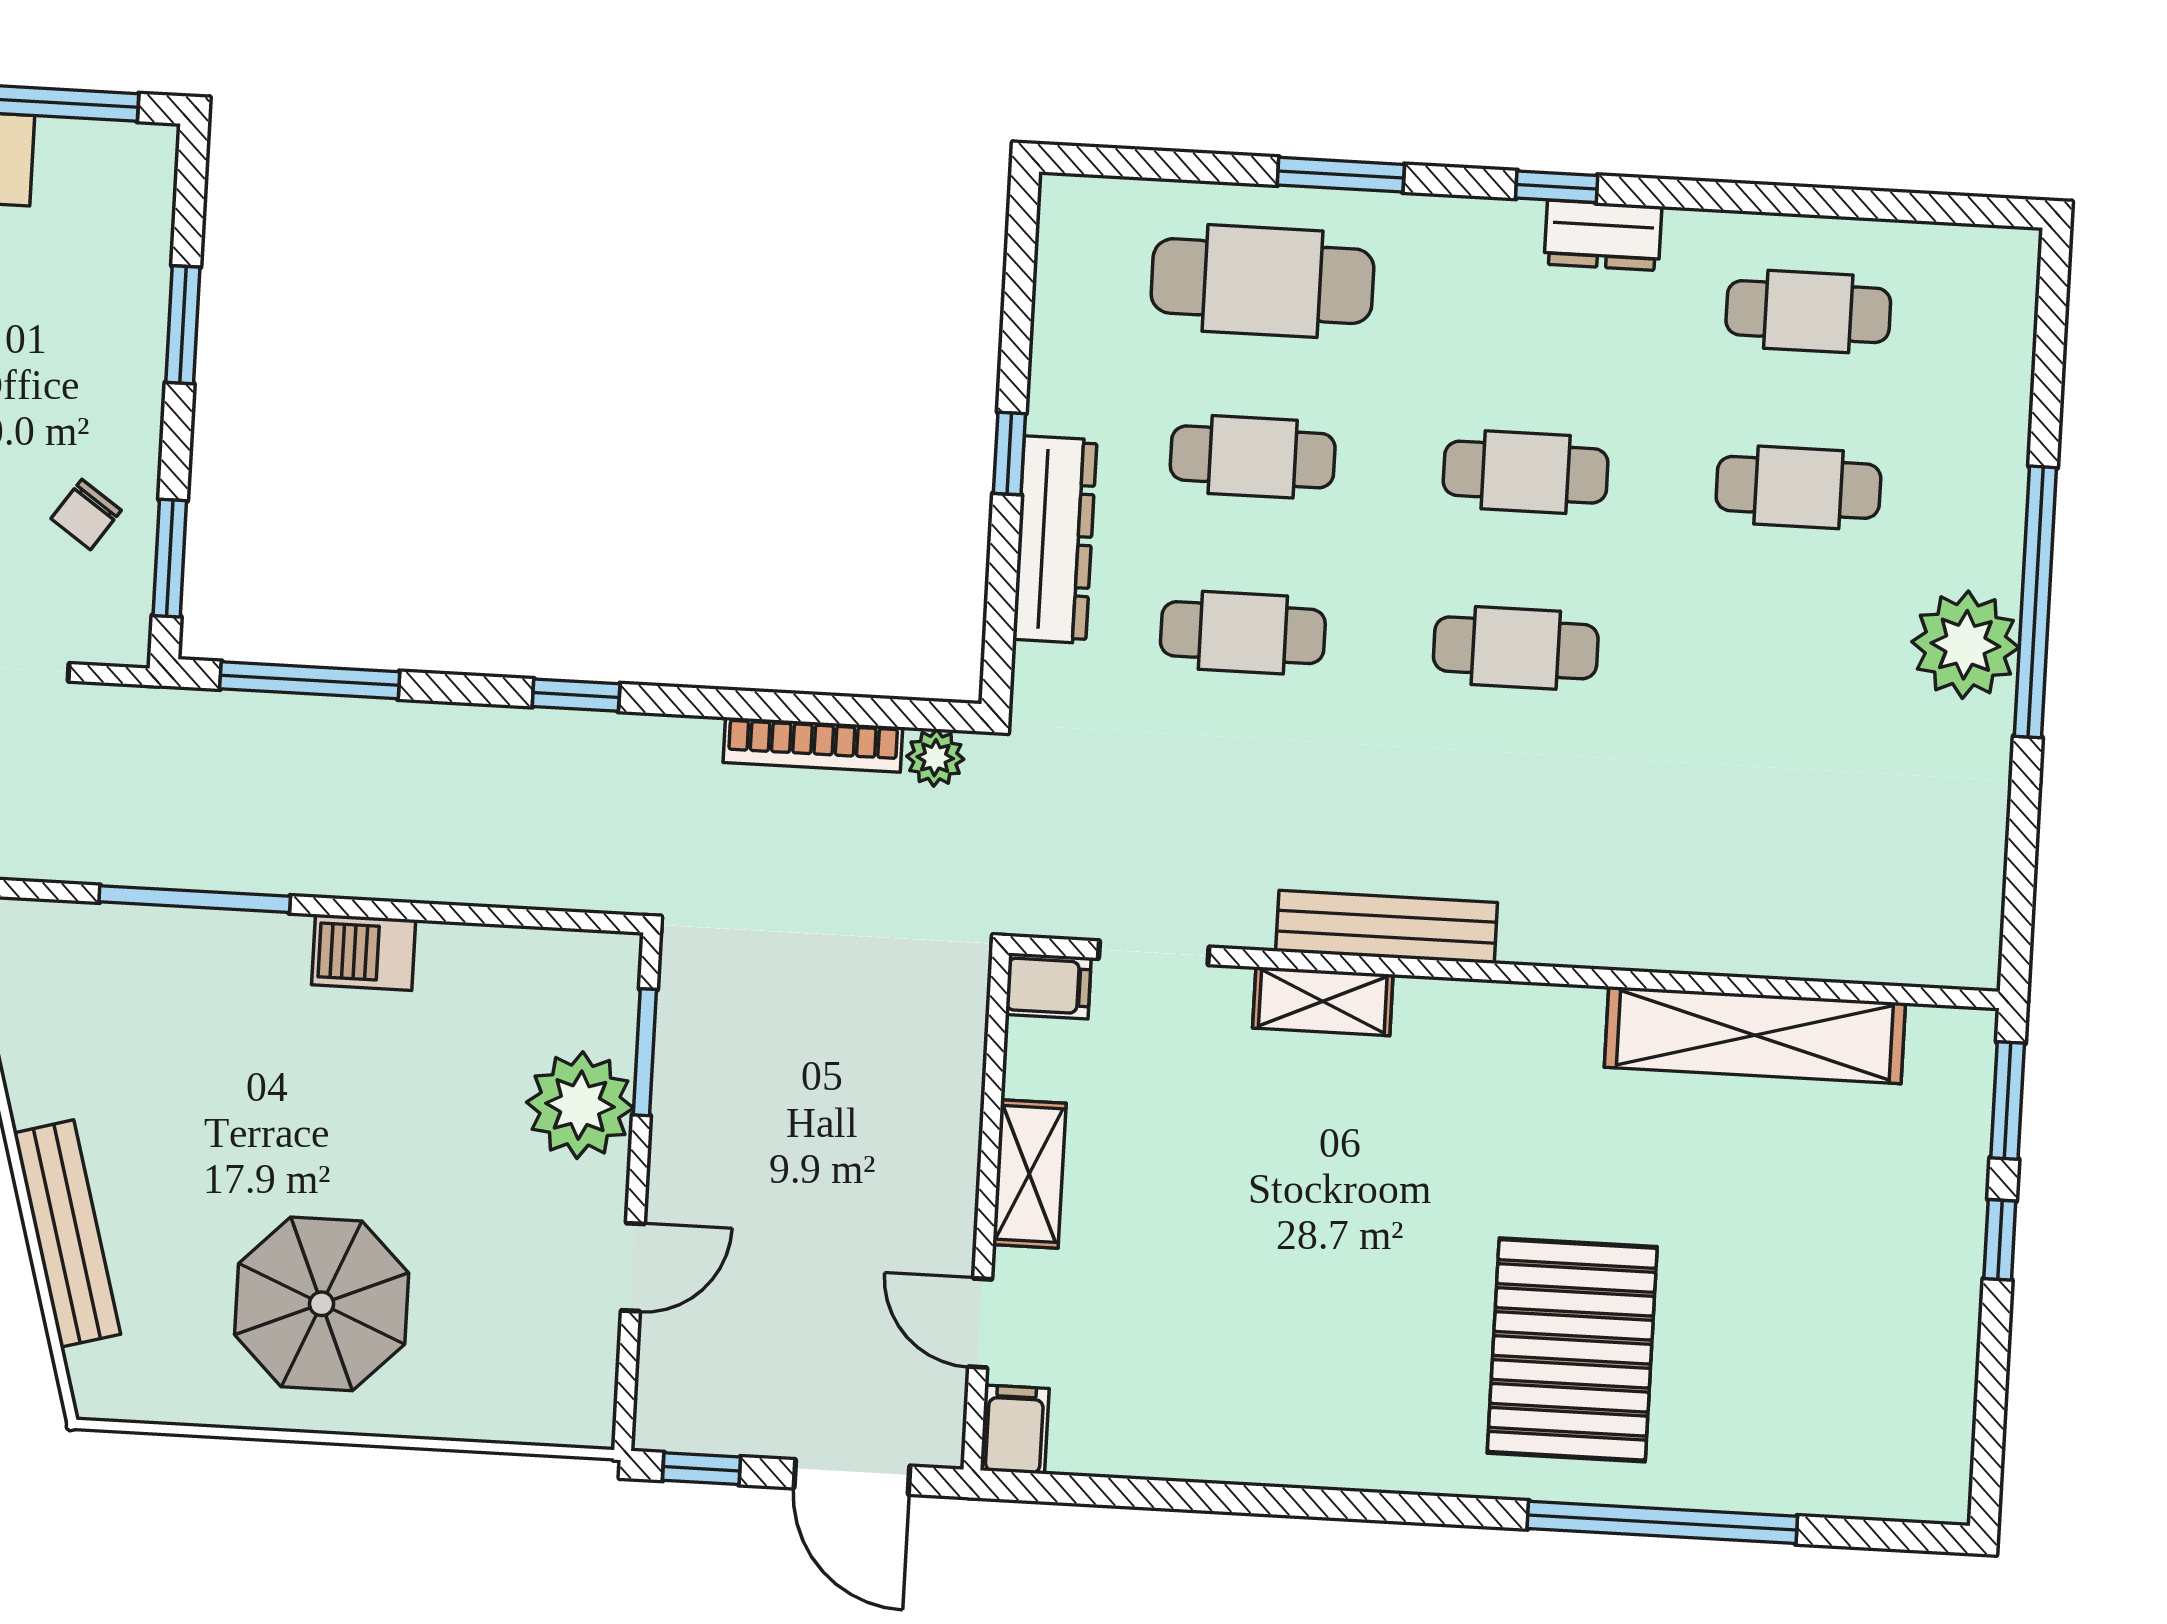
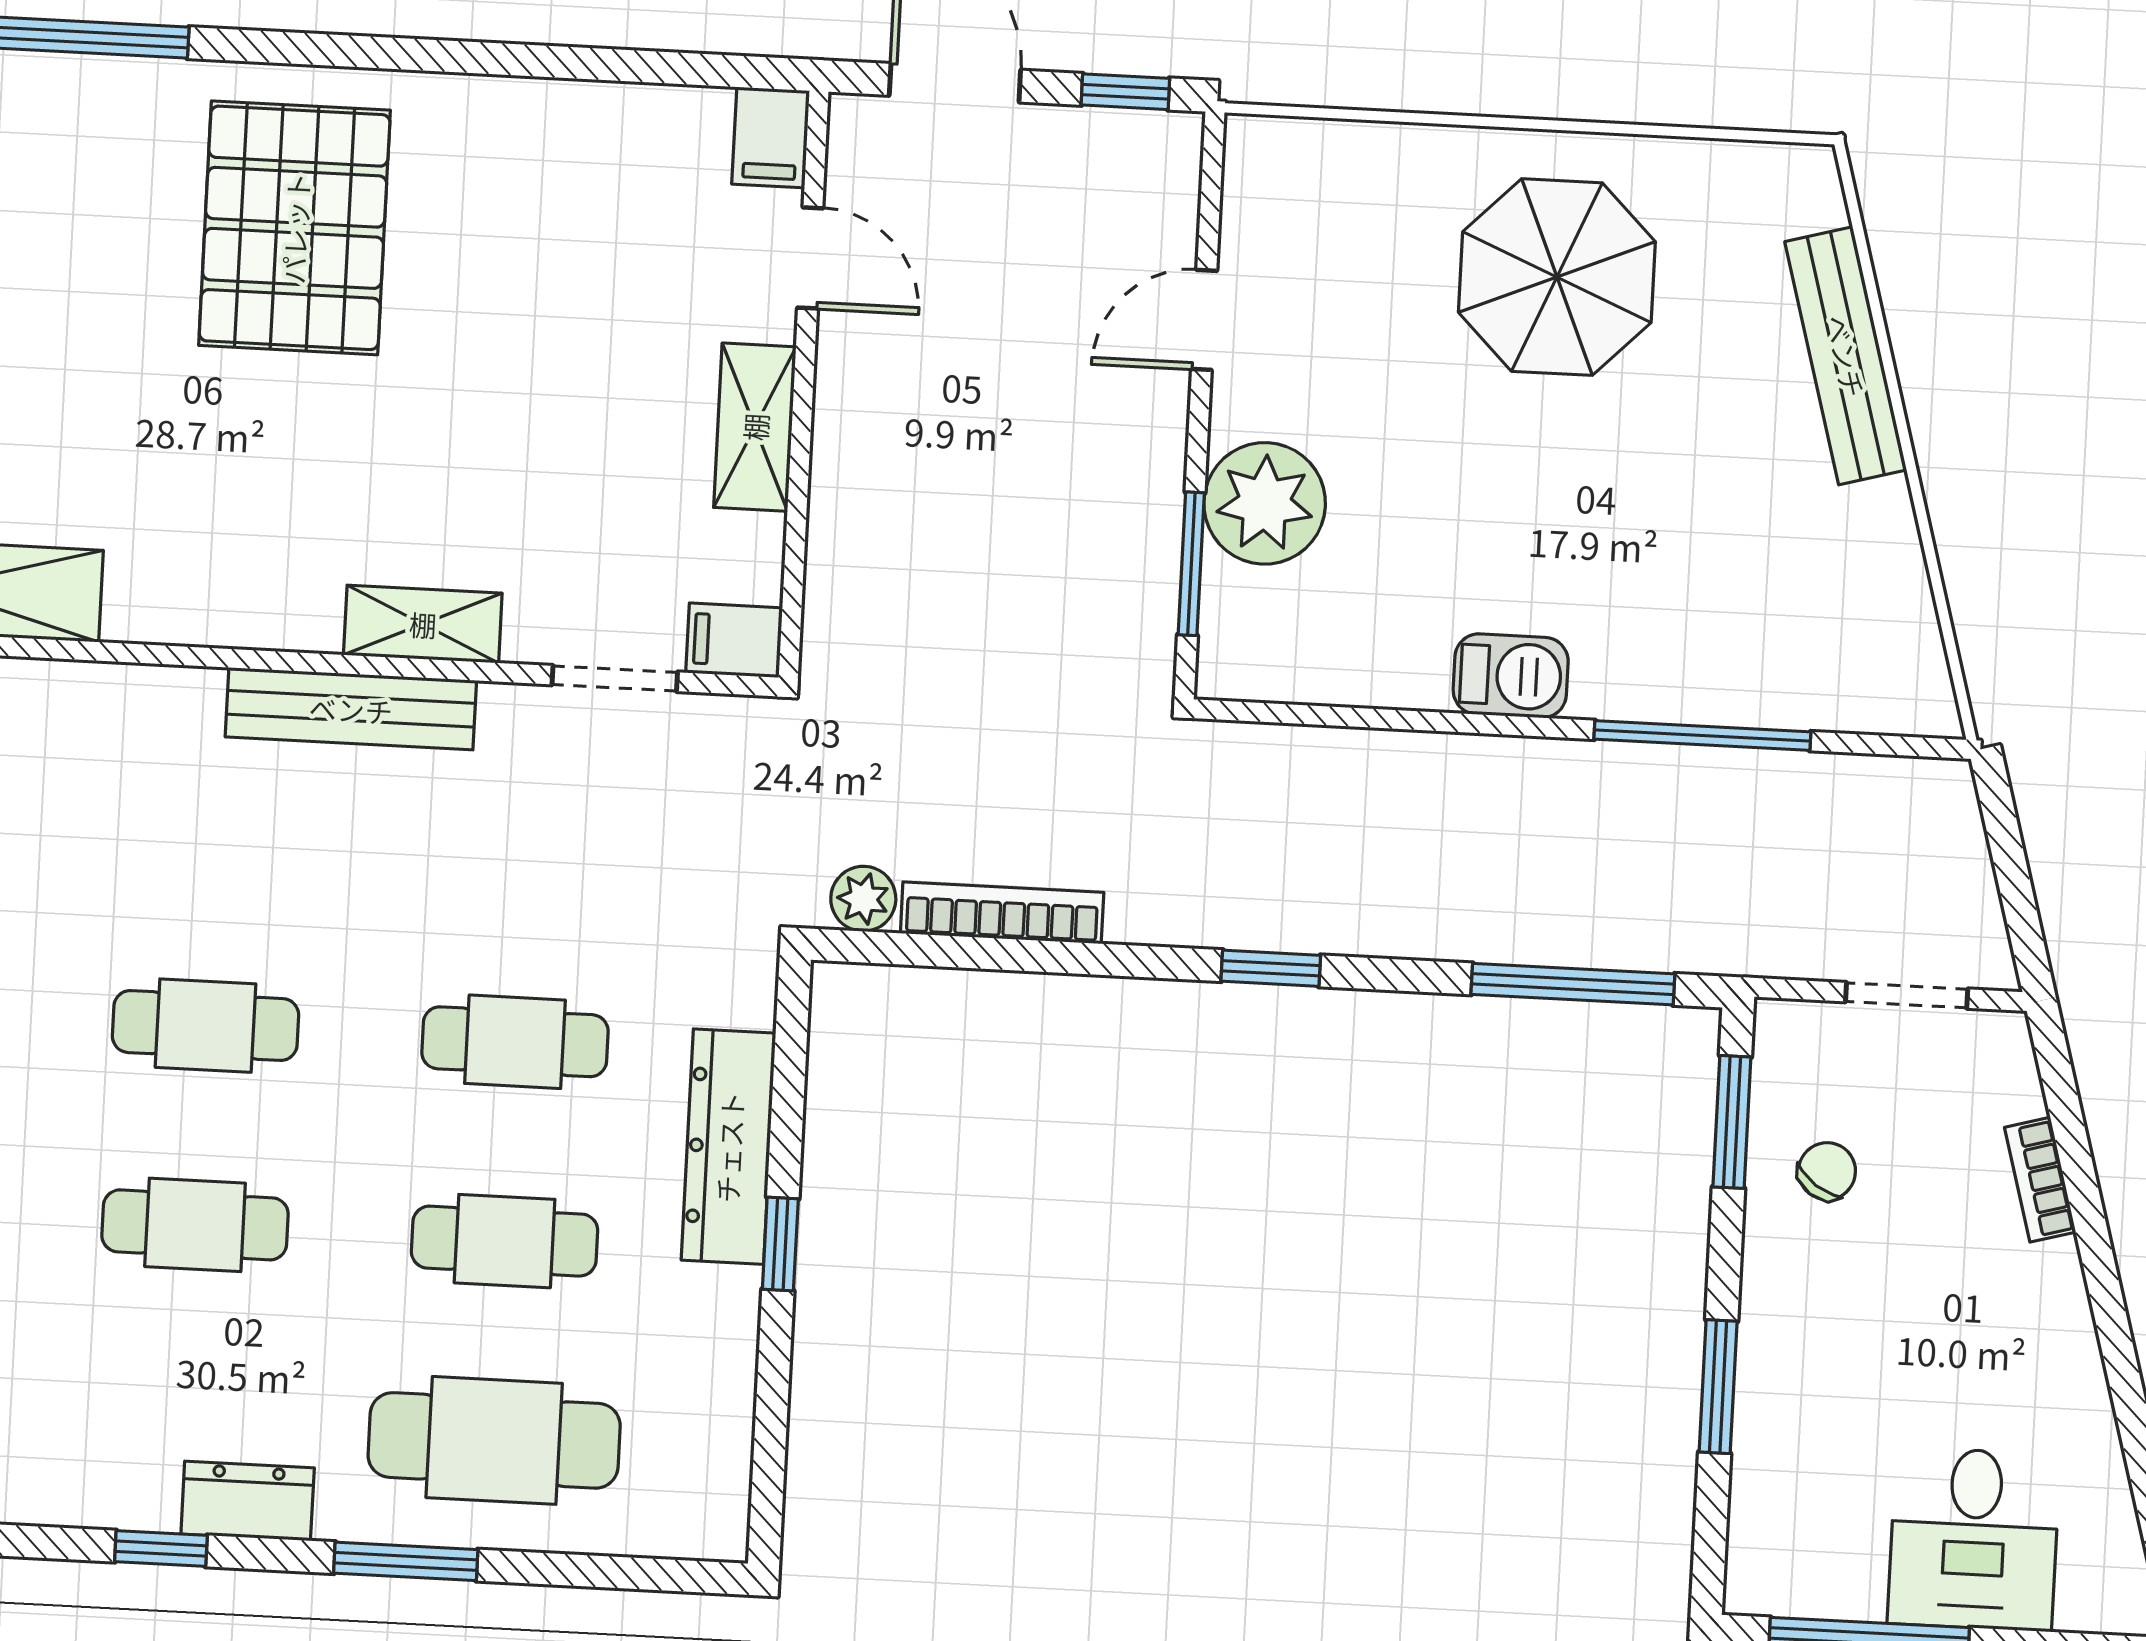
dresser: (1603, 235) -> (248, 1501), moved
pallet: (1572, 1350) -> (295, 228), moved

